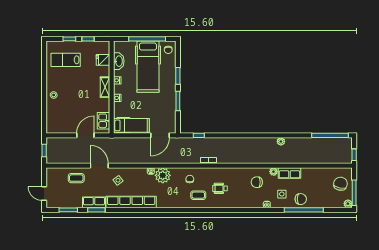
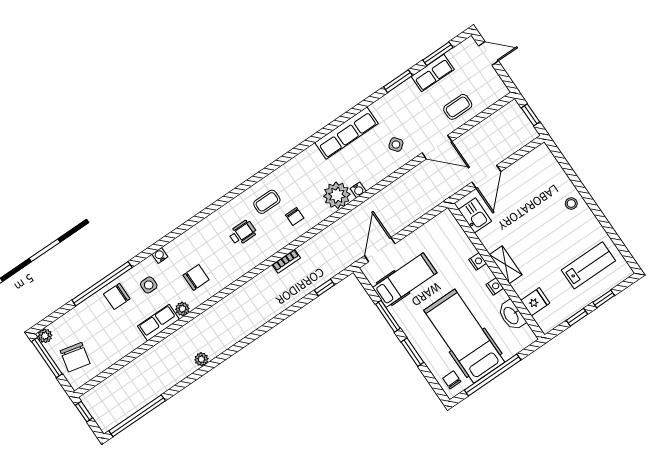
hospital bed: (131, 125) -> (405, 280), moved, turned 180
row of seats: (94, 202) -> (433, 73), moved
row of seats: (131, 202) -> (346, 133), width x0.73

